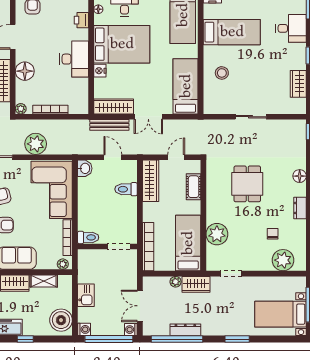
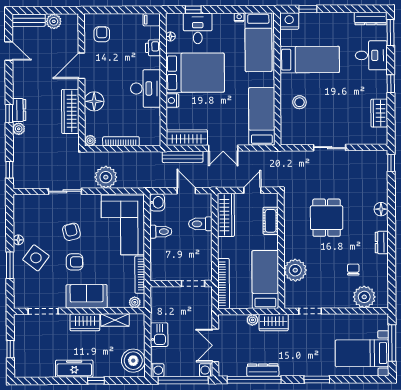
toilet: (88, 237) -> (161, 232), moved

